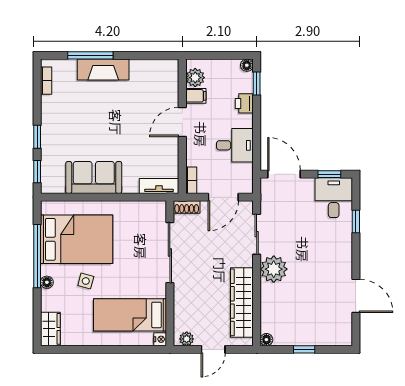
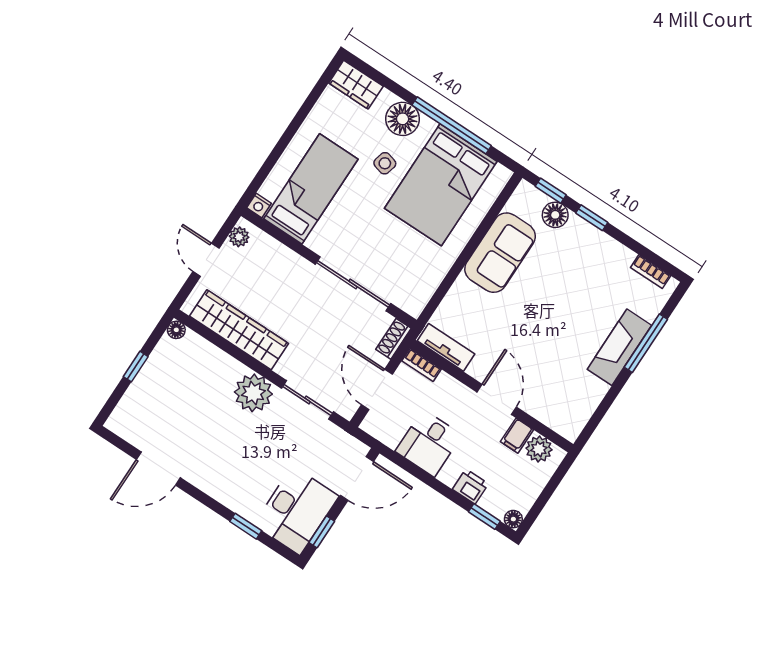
floor lamp: (50, 160) -> (555, 215), added
tv unit: (159, 186) -> (446, 347), moved, turned -90
desk: (334, 198) -> (296, 510), width x1.37
floor lamp: (47, 282) -> (403, 119), width x1.89, depth x1.89

